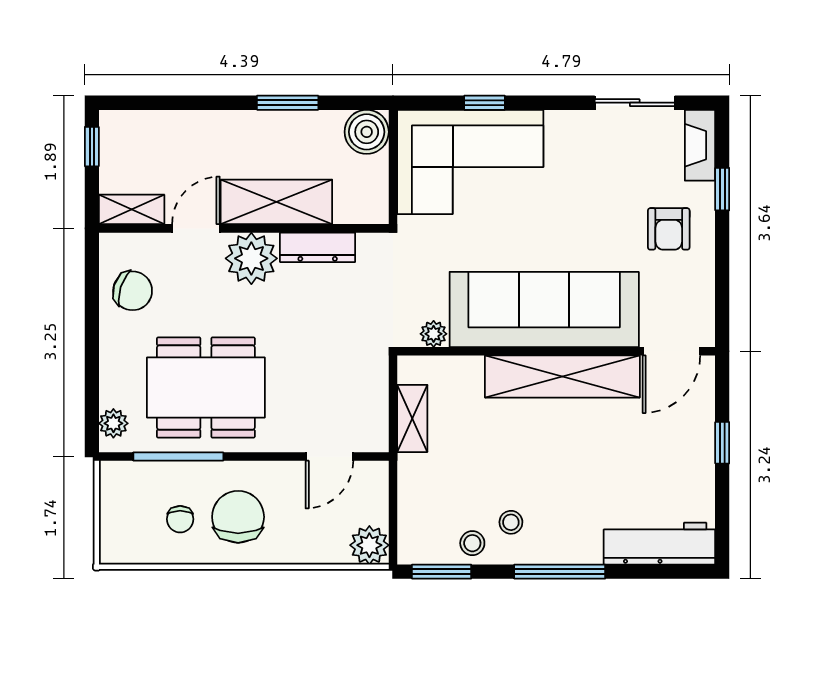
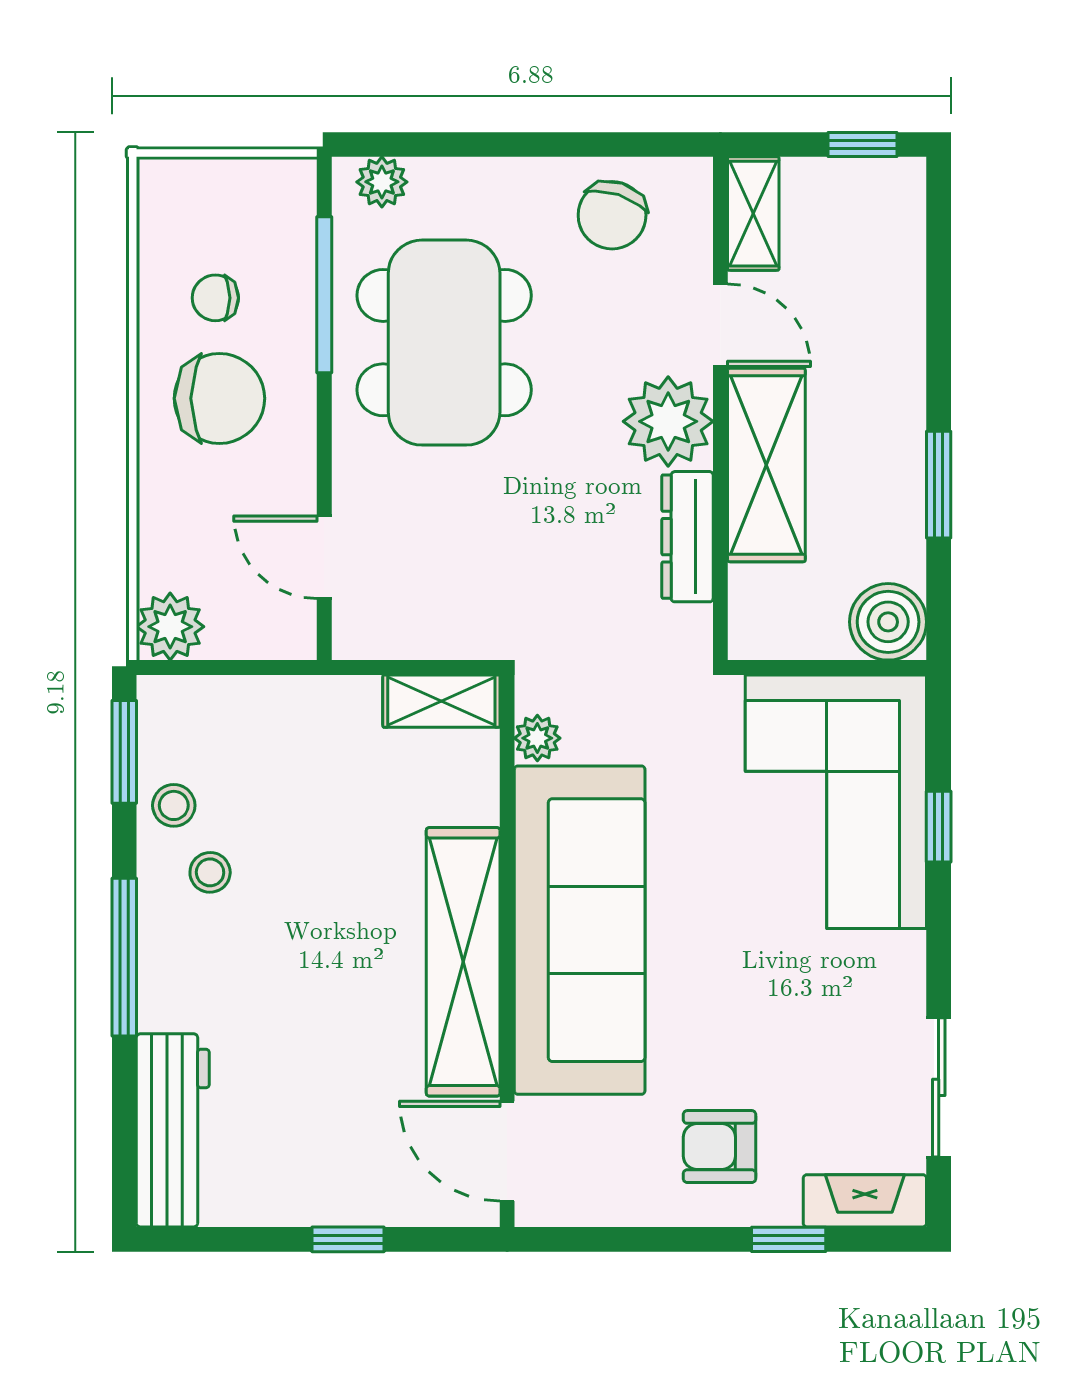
shelving: (412, 418) -> (441, 701), moved

